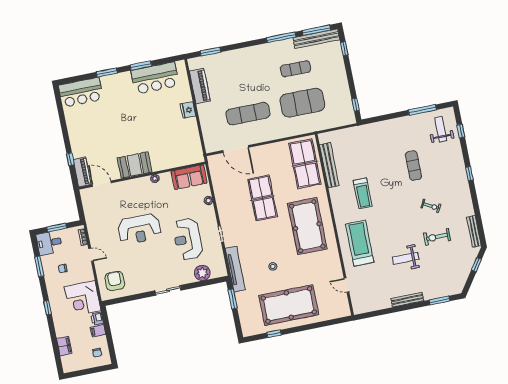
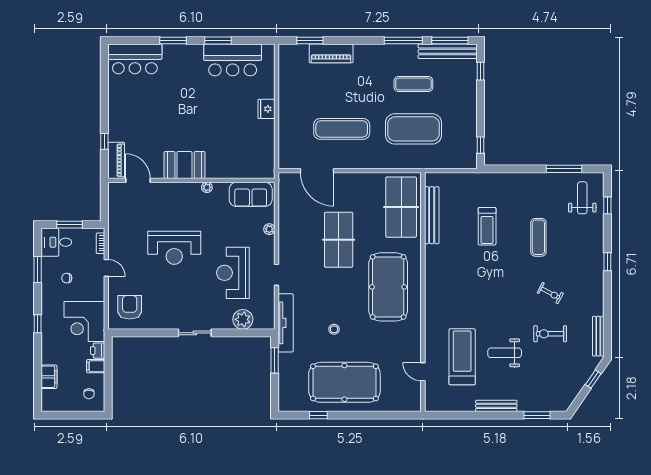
piano: (200, 86) -> (331, 53), moved, turned 90
treadmill: (363, 193) -> (487, 226), moved
treadmill: (360, 243) -> (462, 357), moved

